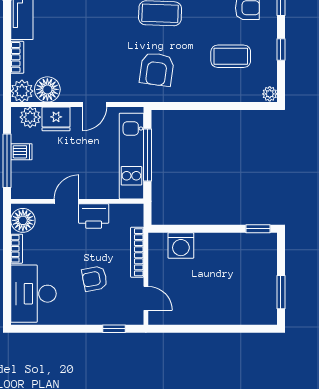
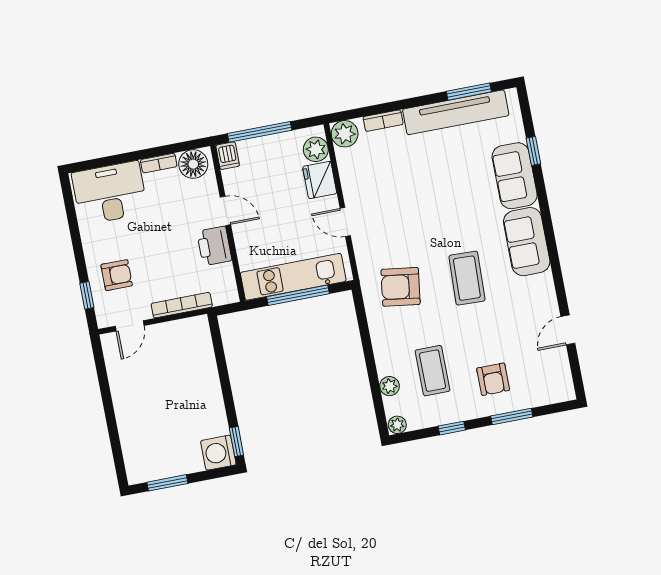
floor lamp: (47, 89) -> (352, 163), removed
plant: (237, 94) -> (390, 386), added
dishwasher: (21, 152) -> (228, 156), moved
washing machine: (181, 246) -> (218, 453), moved
armchair: (95, 279) -> (117, 275), moved, turned 101

